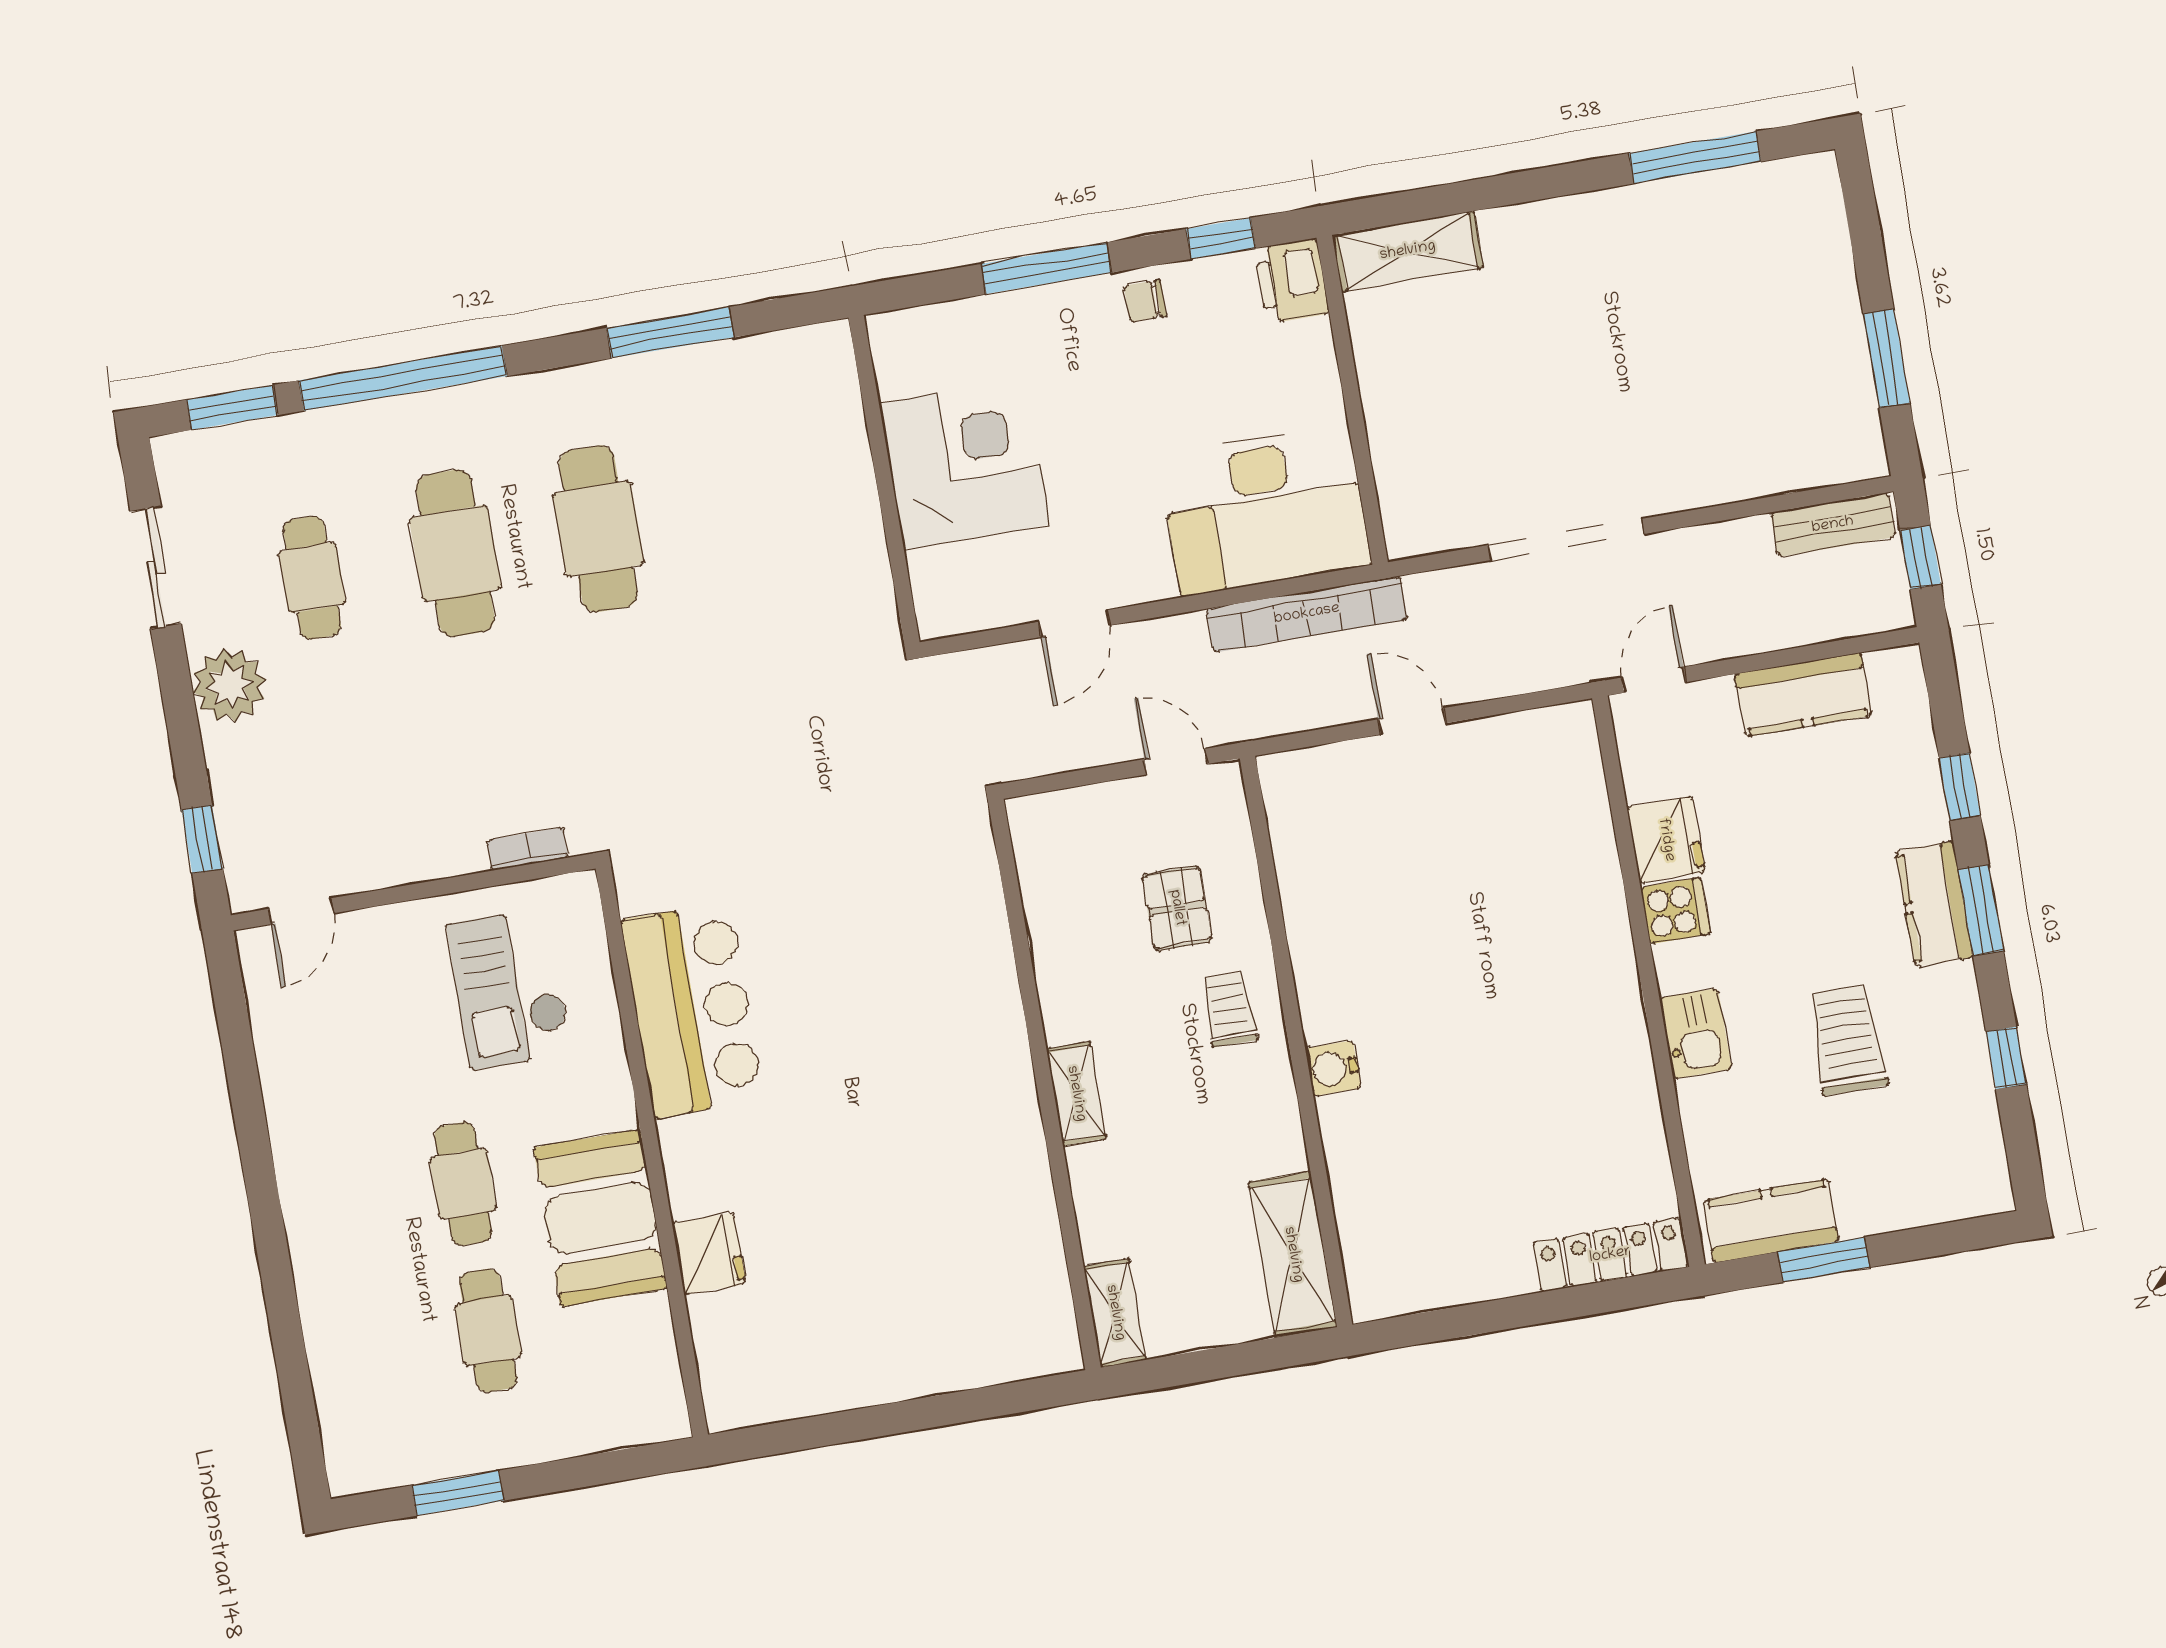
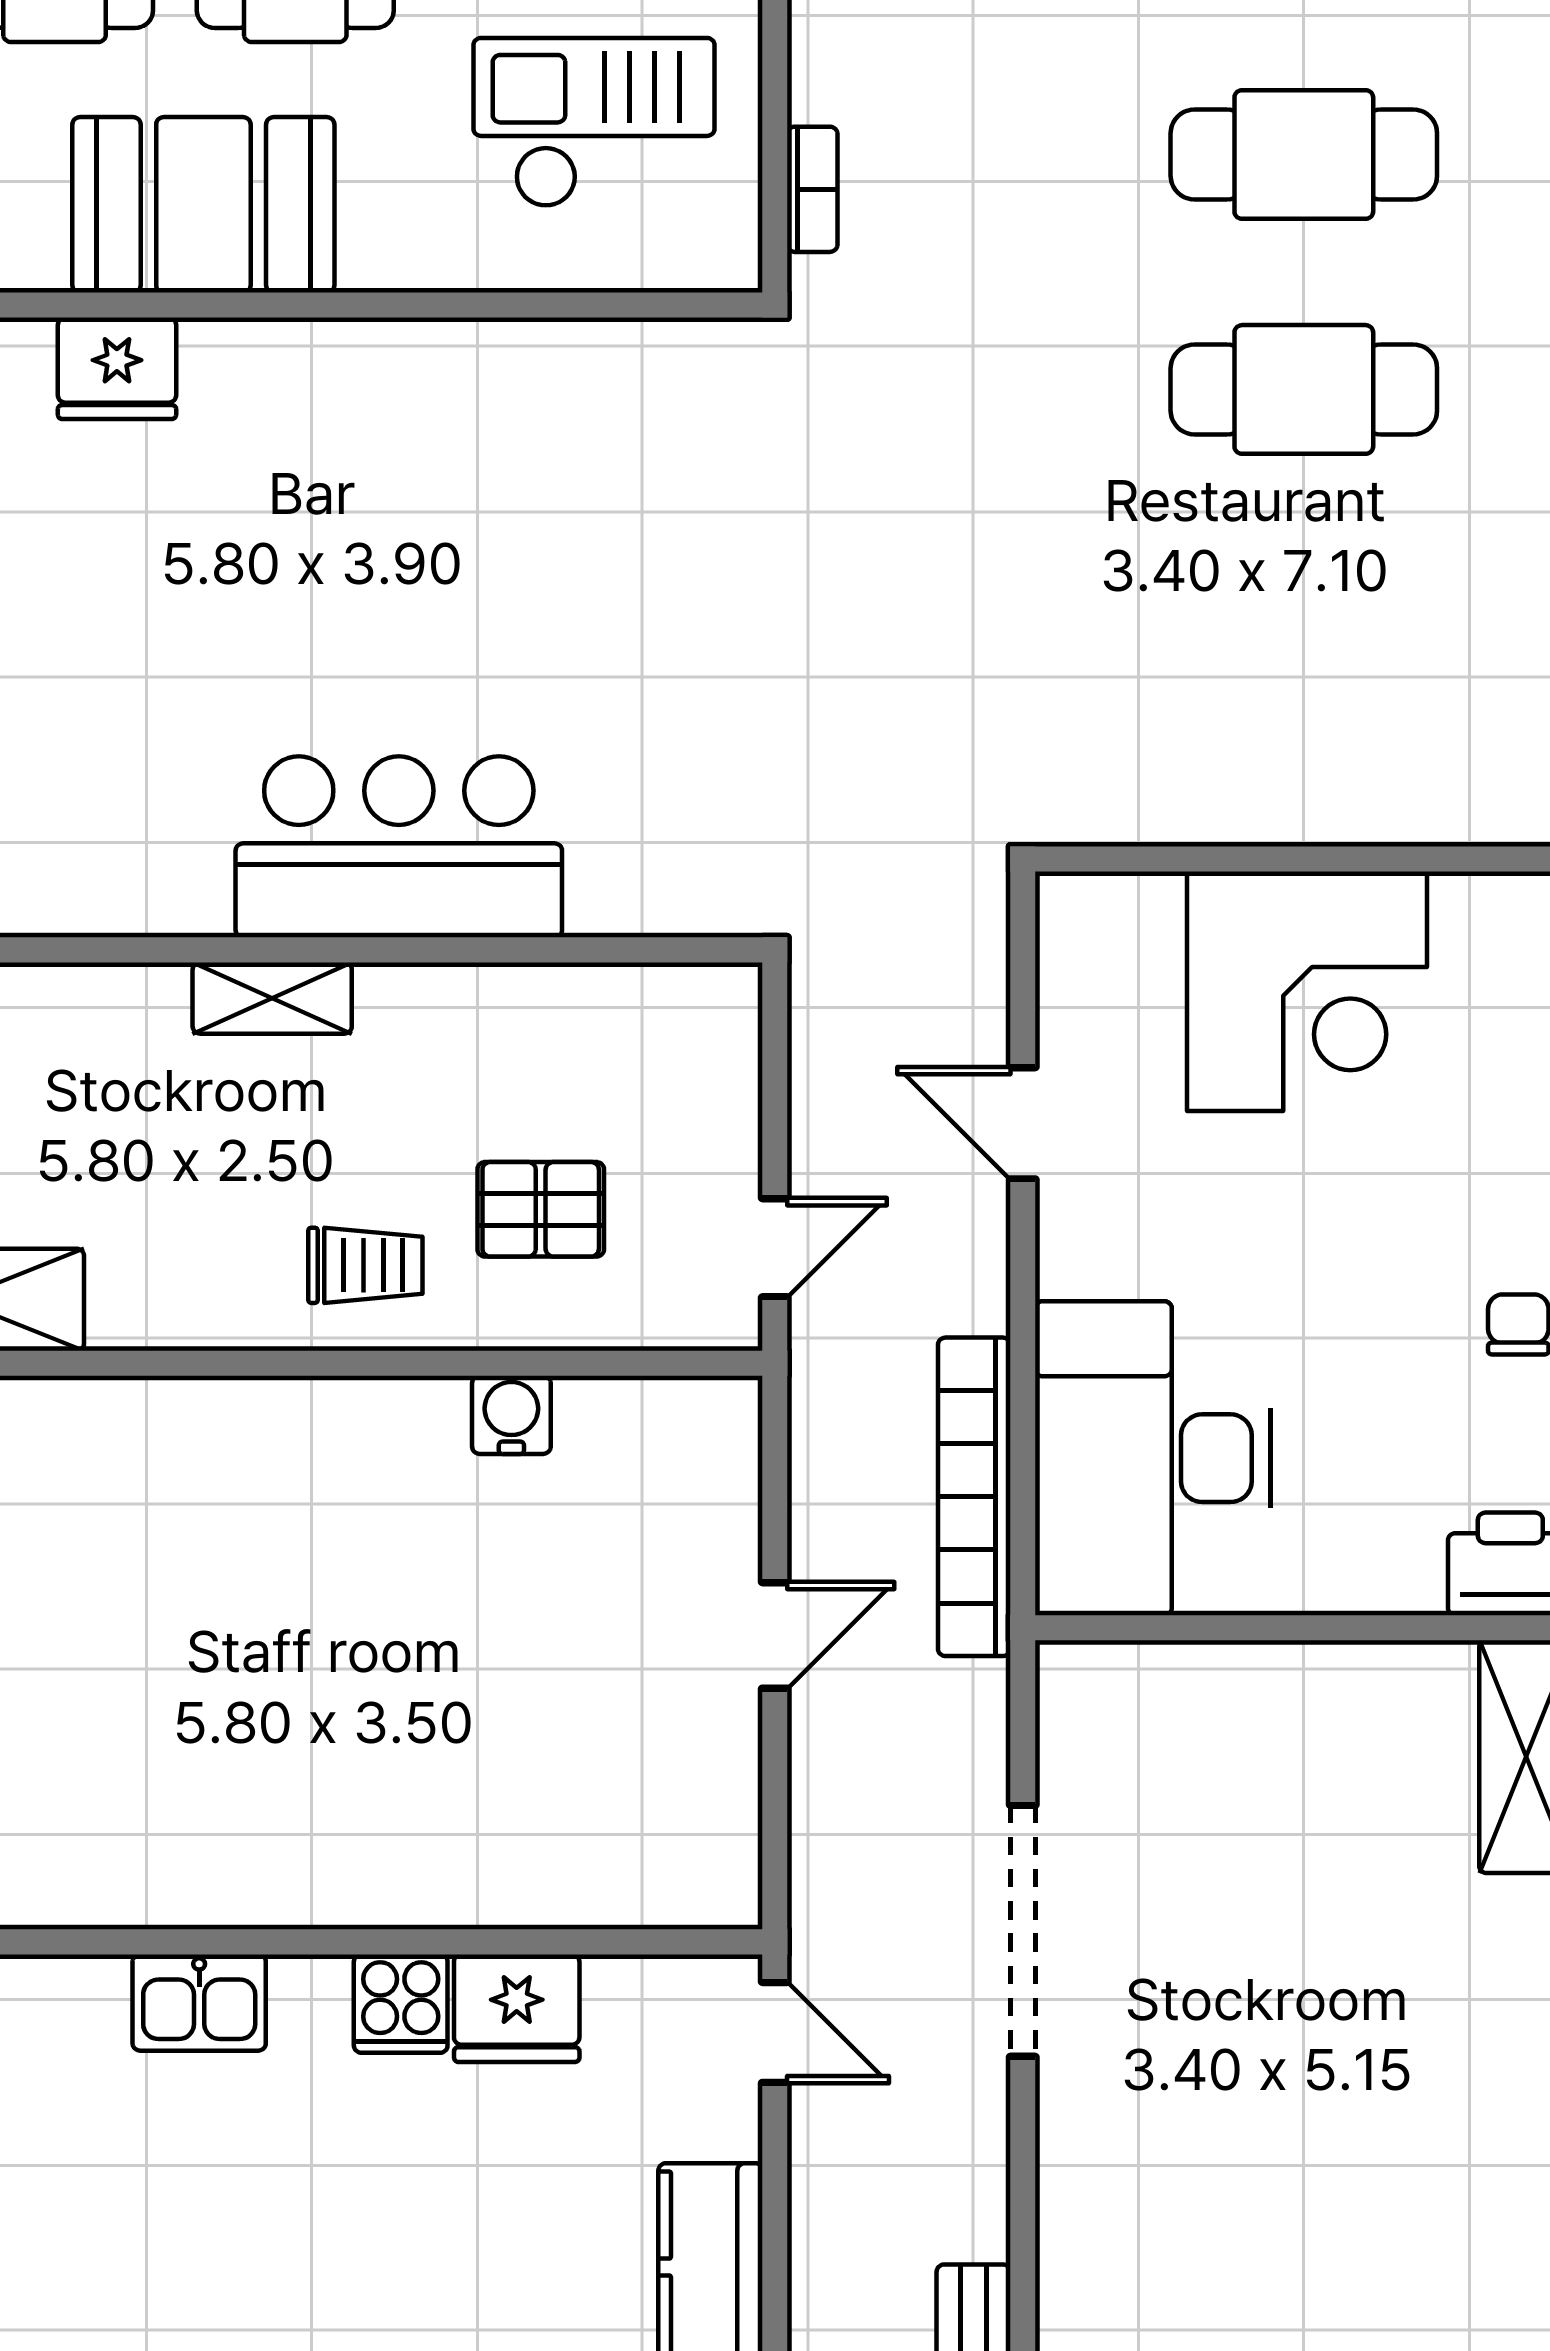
bar counter: (692, 1010) -> (399, 847), moved, turned 180
trolley: (1847, 1040) -> (148, 2243), removed
water cooler: (1333, 1068) -> (511, 1415), moved

